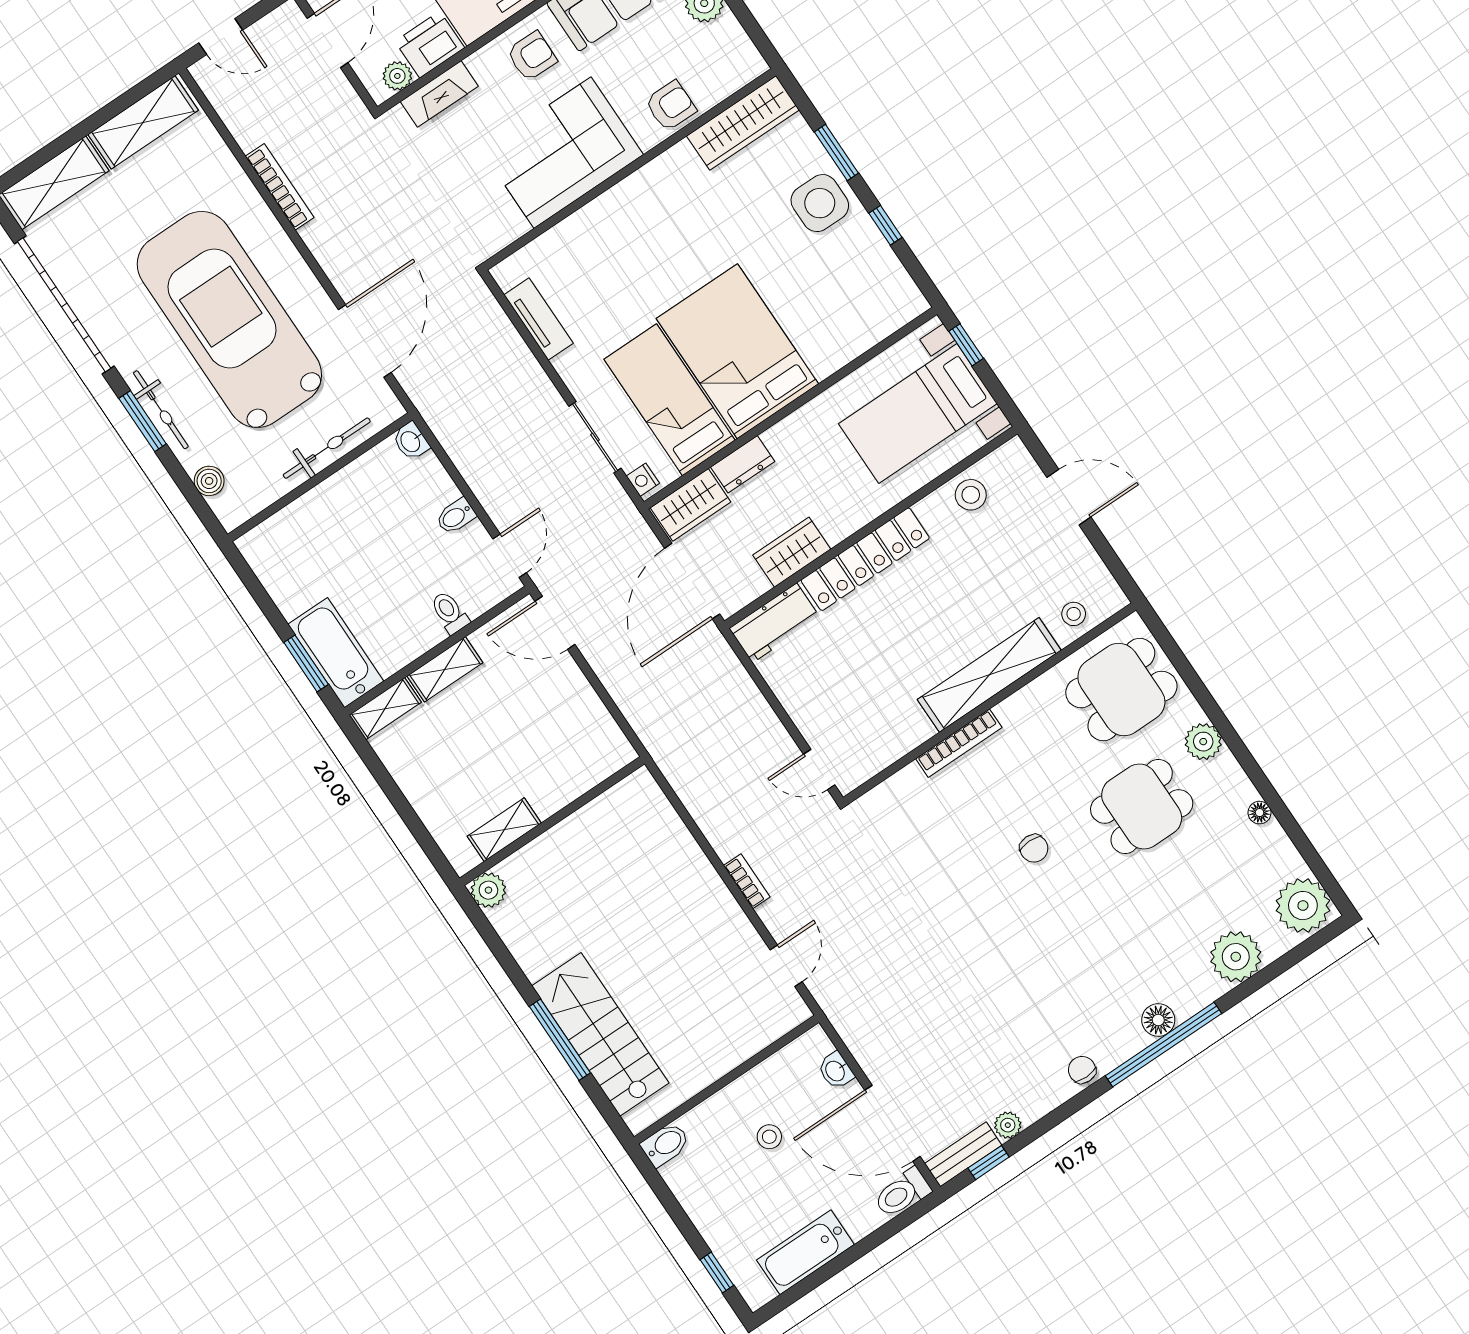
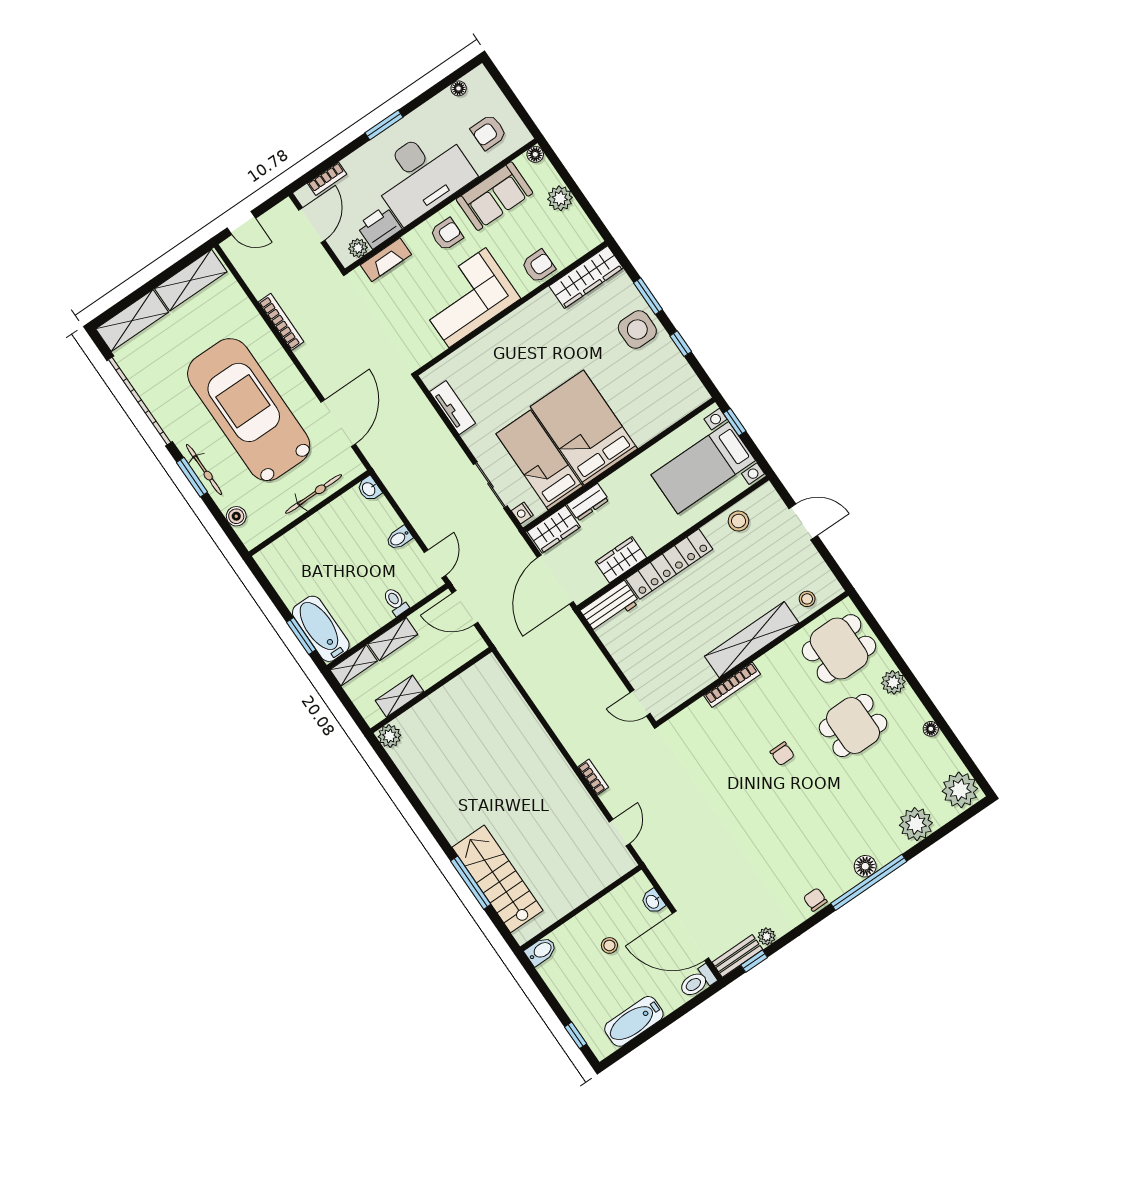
wall: (552, 821) -> (431, 690), moved
shelving: (504, 830) -> (400, 696), moved
plant: (488, 890) -> (389, 736), moved

